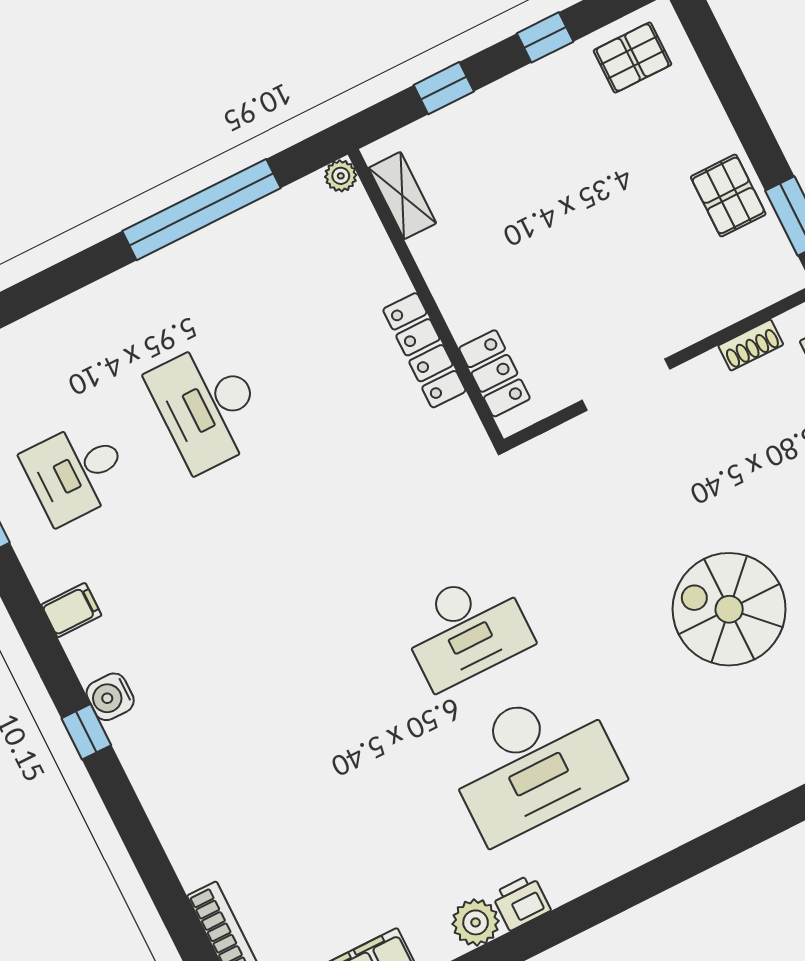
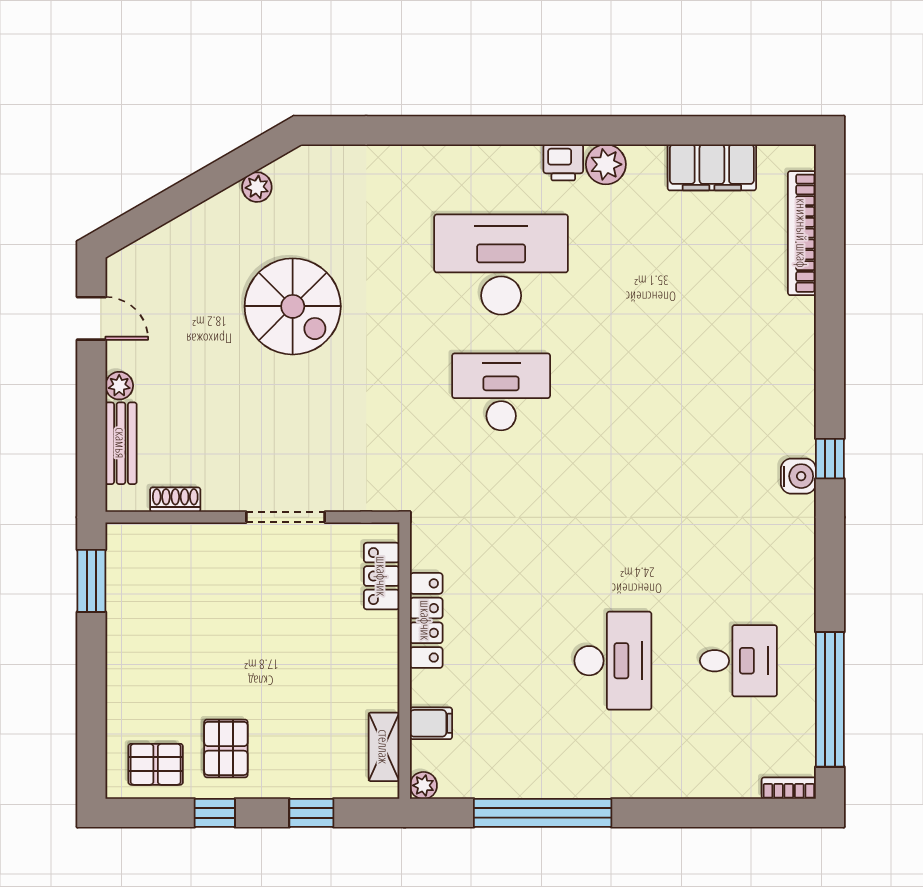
pallet: (728, 195) -> (226, 748), moved
filing cabinet: (71, 610) -> (431, 723), moved, turned 180

